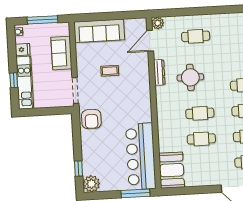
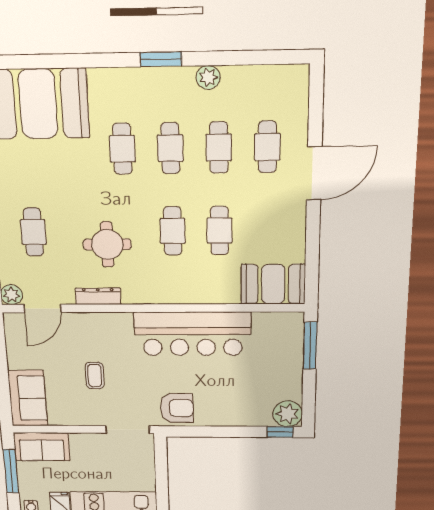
sofa: (99, 31) -> (28, 398), width x0.73
door: (150, 41) -> (43, 308), hinge flipped
sofa: (61, 53) -> (42, 447), moved
bar counter: (141, 156) -> (193, 334), moved
window: (79, 169) -> (280, 432), moved

